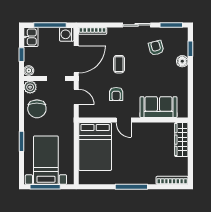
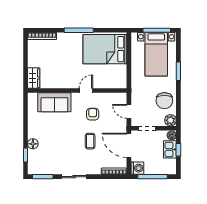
kitchen sink: (31, 37) -> (170, 149), moved
armchair: (156, 48) -> (57, 156), removed
door: (76, 59) -> (129, 145), hinge flipped
chair: (37, 109) -> (164, 101), turned 180
door: (124, 120) -> (86, 90), hinge flipped
wardrobe: (181, 140) -> (34, 78), width x0.67
bed: (95, 147) -> (105, 49), moved, turned -90

